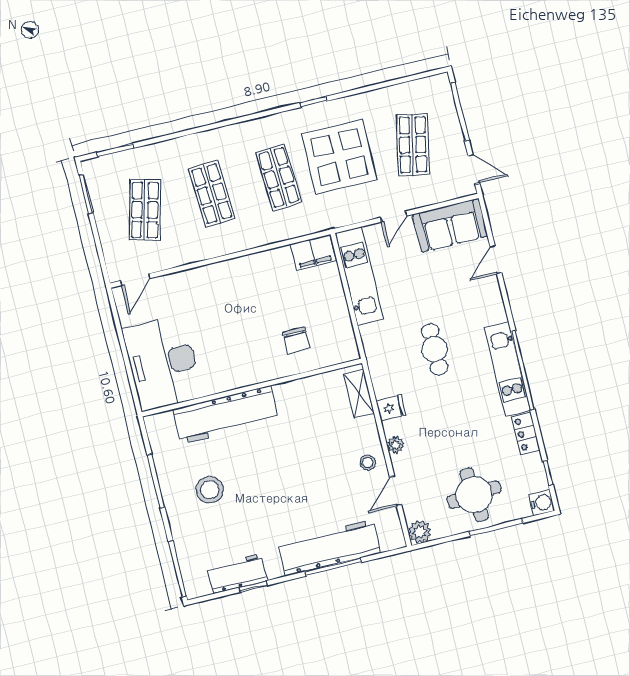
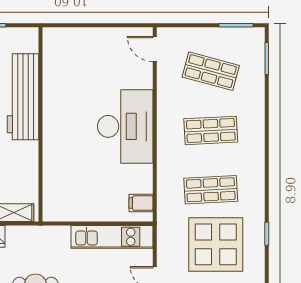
filing cabinet: (313, 253) -> (141, 203), width x0.50
chair: (296, 340) -> (71, 171), removed
desk: (162, 363) -> (125, 126), moved, turned 90

